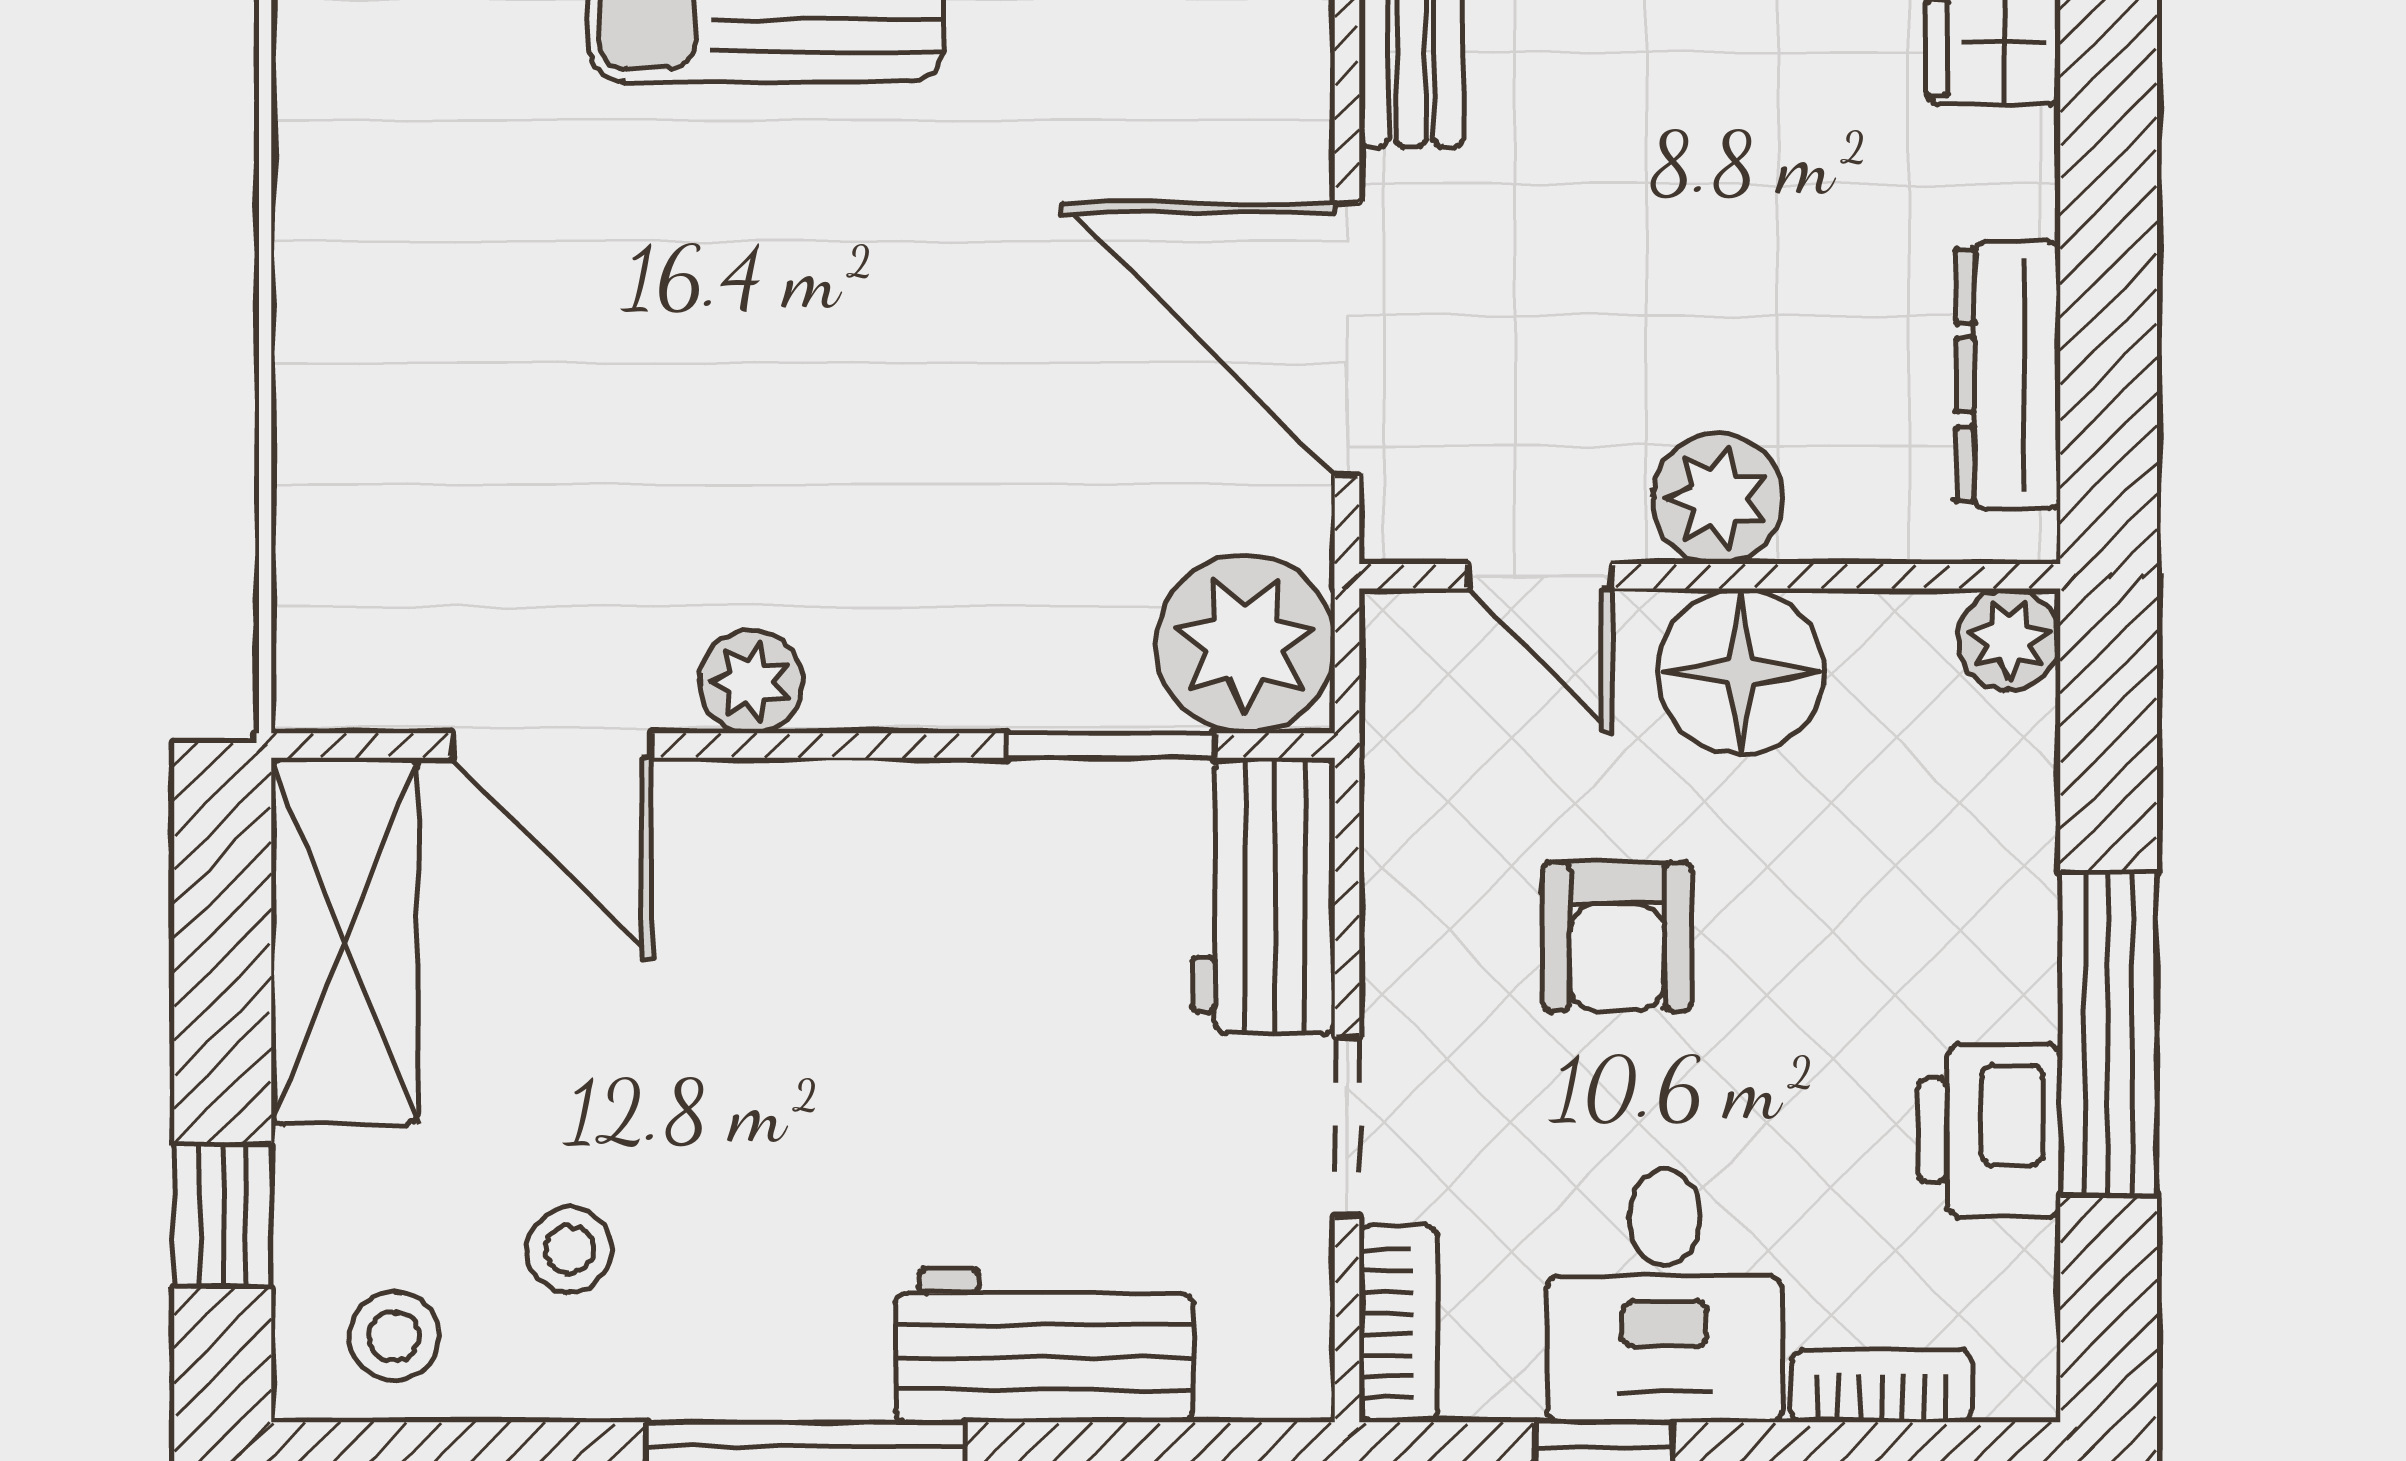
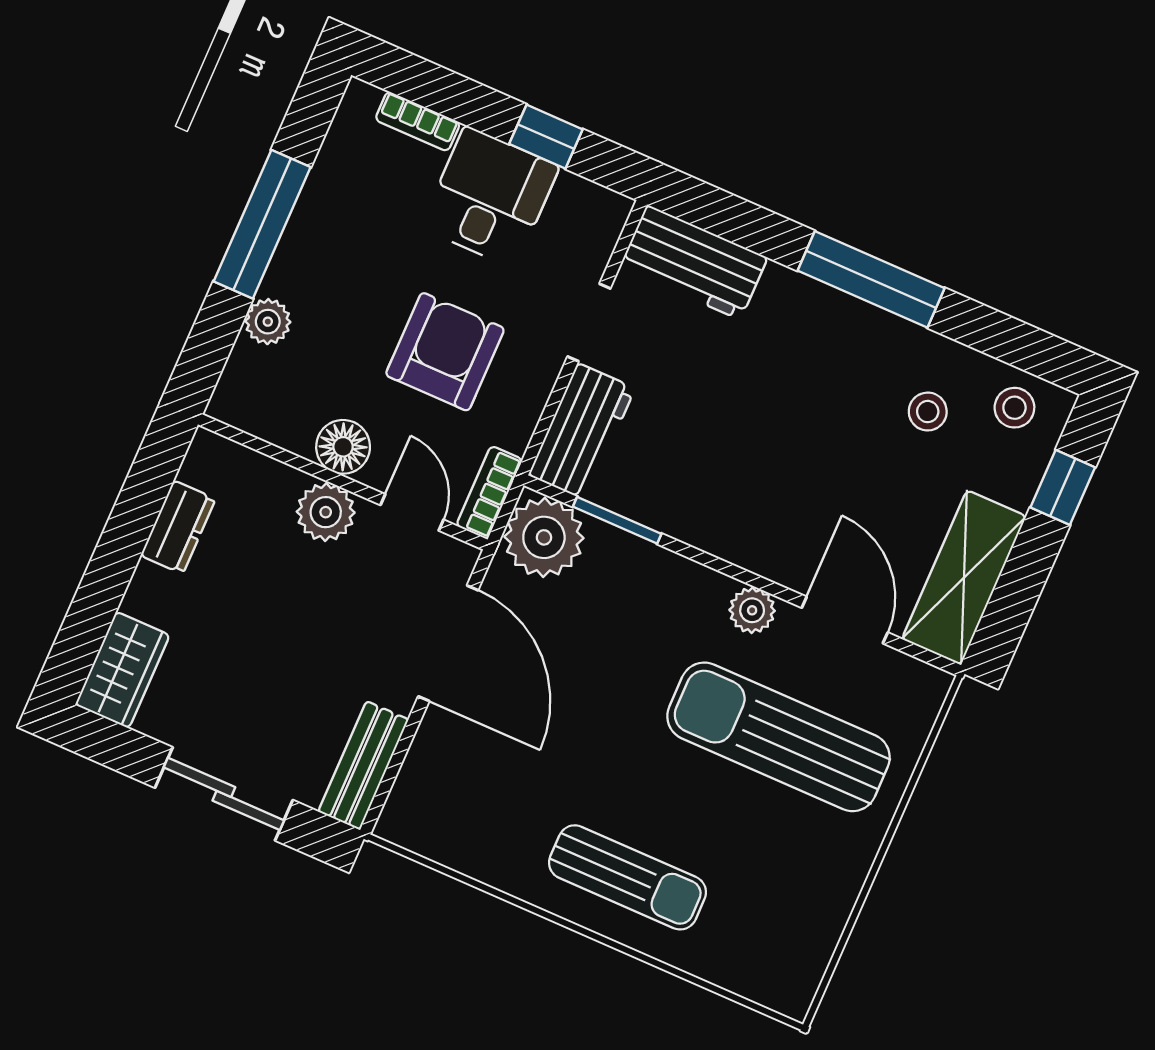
dresser: (2008, 375) -> (178, 527), width x0.70
sun lounger: (582, 445) -> (779, 737), added
plant: (2009, 639) -> (268, 322), moved
floor lamp: (1741, 672) -> (343, 447), width x0.73, depth x0.73
armchair: (1617, 937) -> (445, 352), width x1.38, depth x1.38
printer: (1989, 1131) -> (328, 206), removed
bookcase: (1399, 1324) -> (489, 492), moved
workbench: (1044, 1345) -> (694, 262), moved

